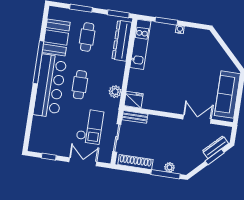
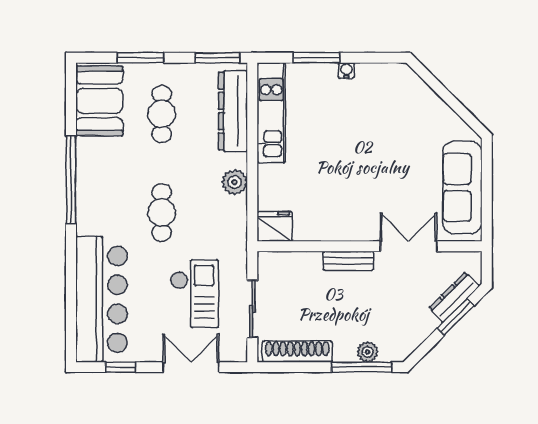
booth: (56, 37) -> (99, 101), moved
bar counter: (50, 86) -> (101, 299), moved
plant: (115, 92) -> (235, 182), moved
bench: (135, 117) -> (348, 261), moved

